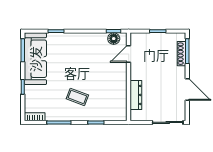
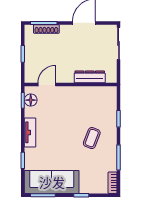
tv unit: (83, 38) -> (30, 132), added
door: (129, 54) -> (47, 84), swing flipped

